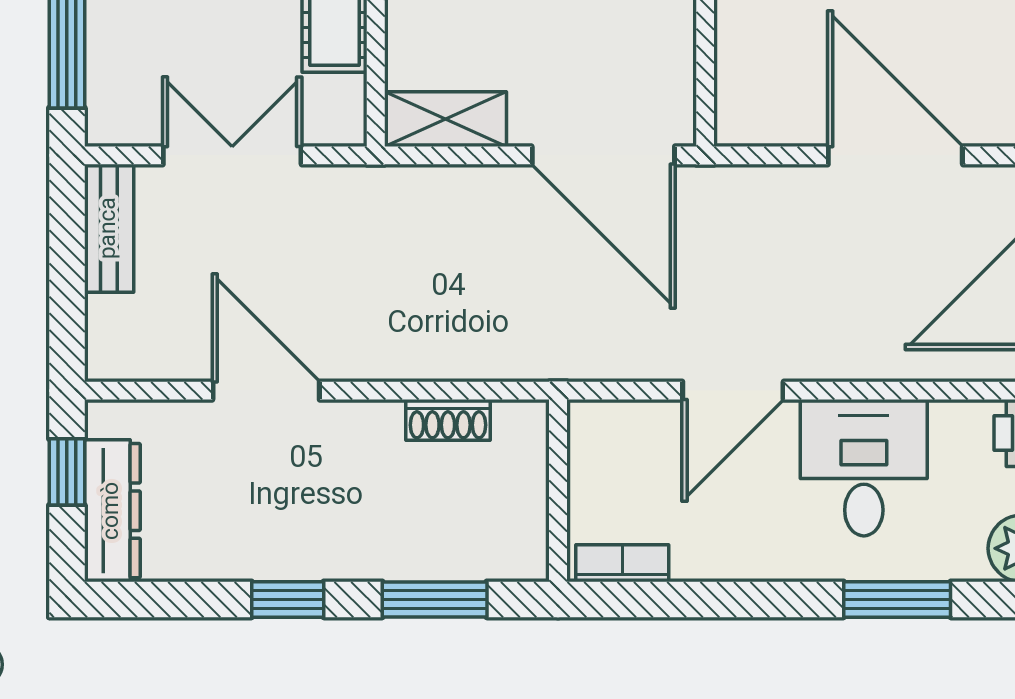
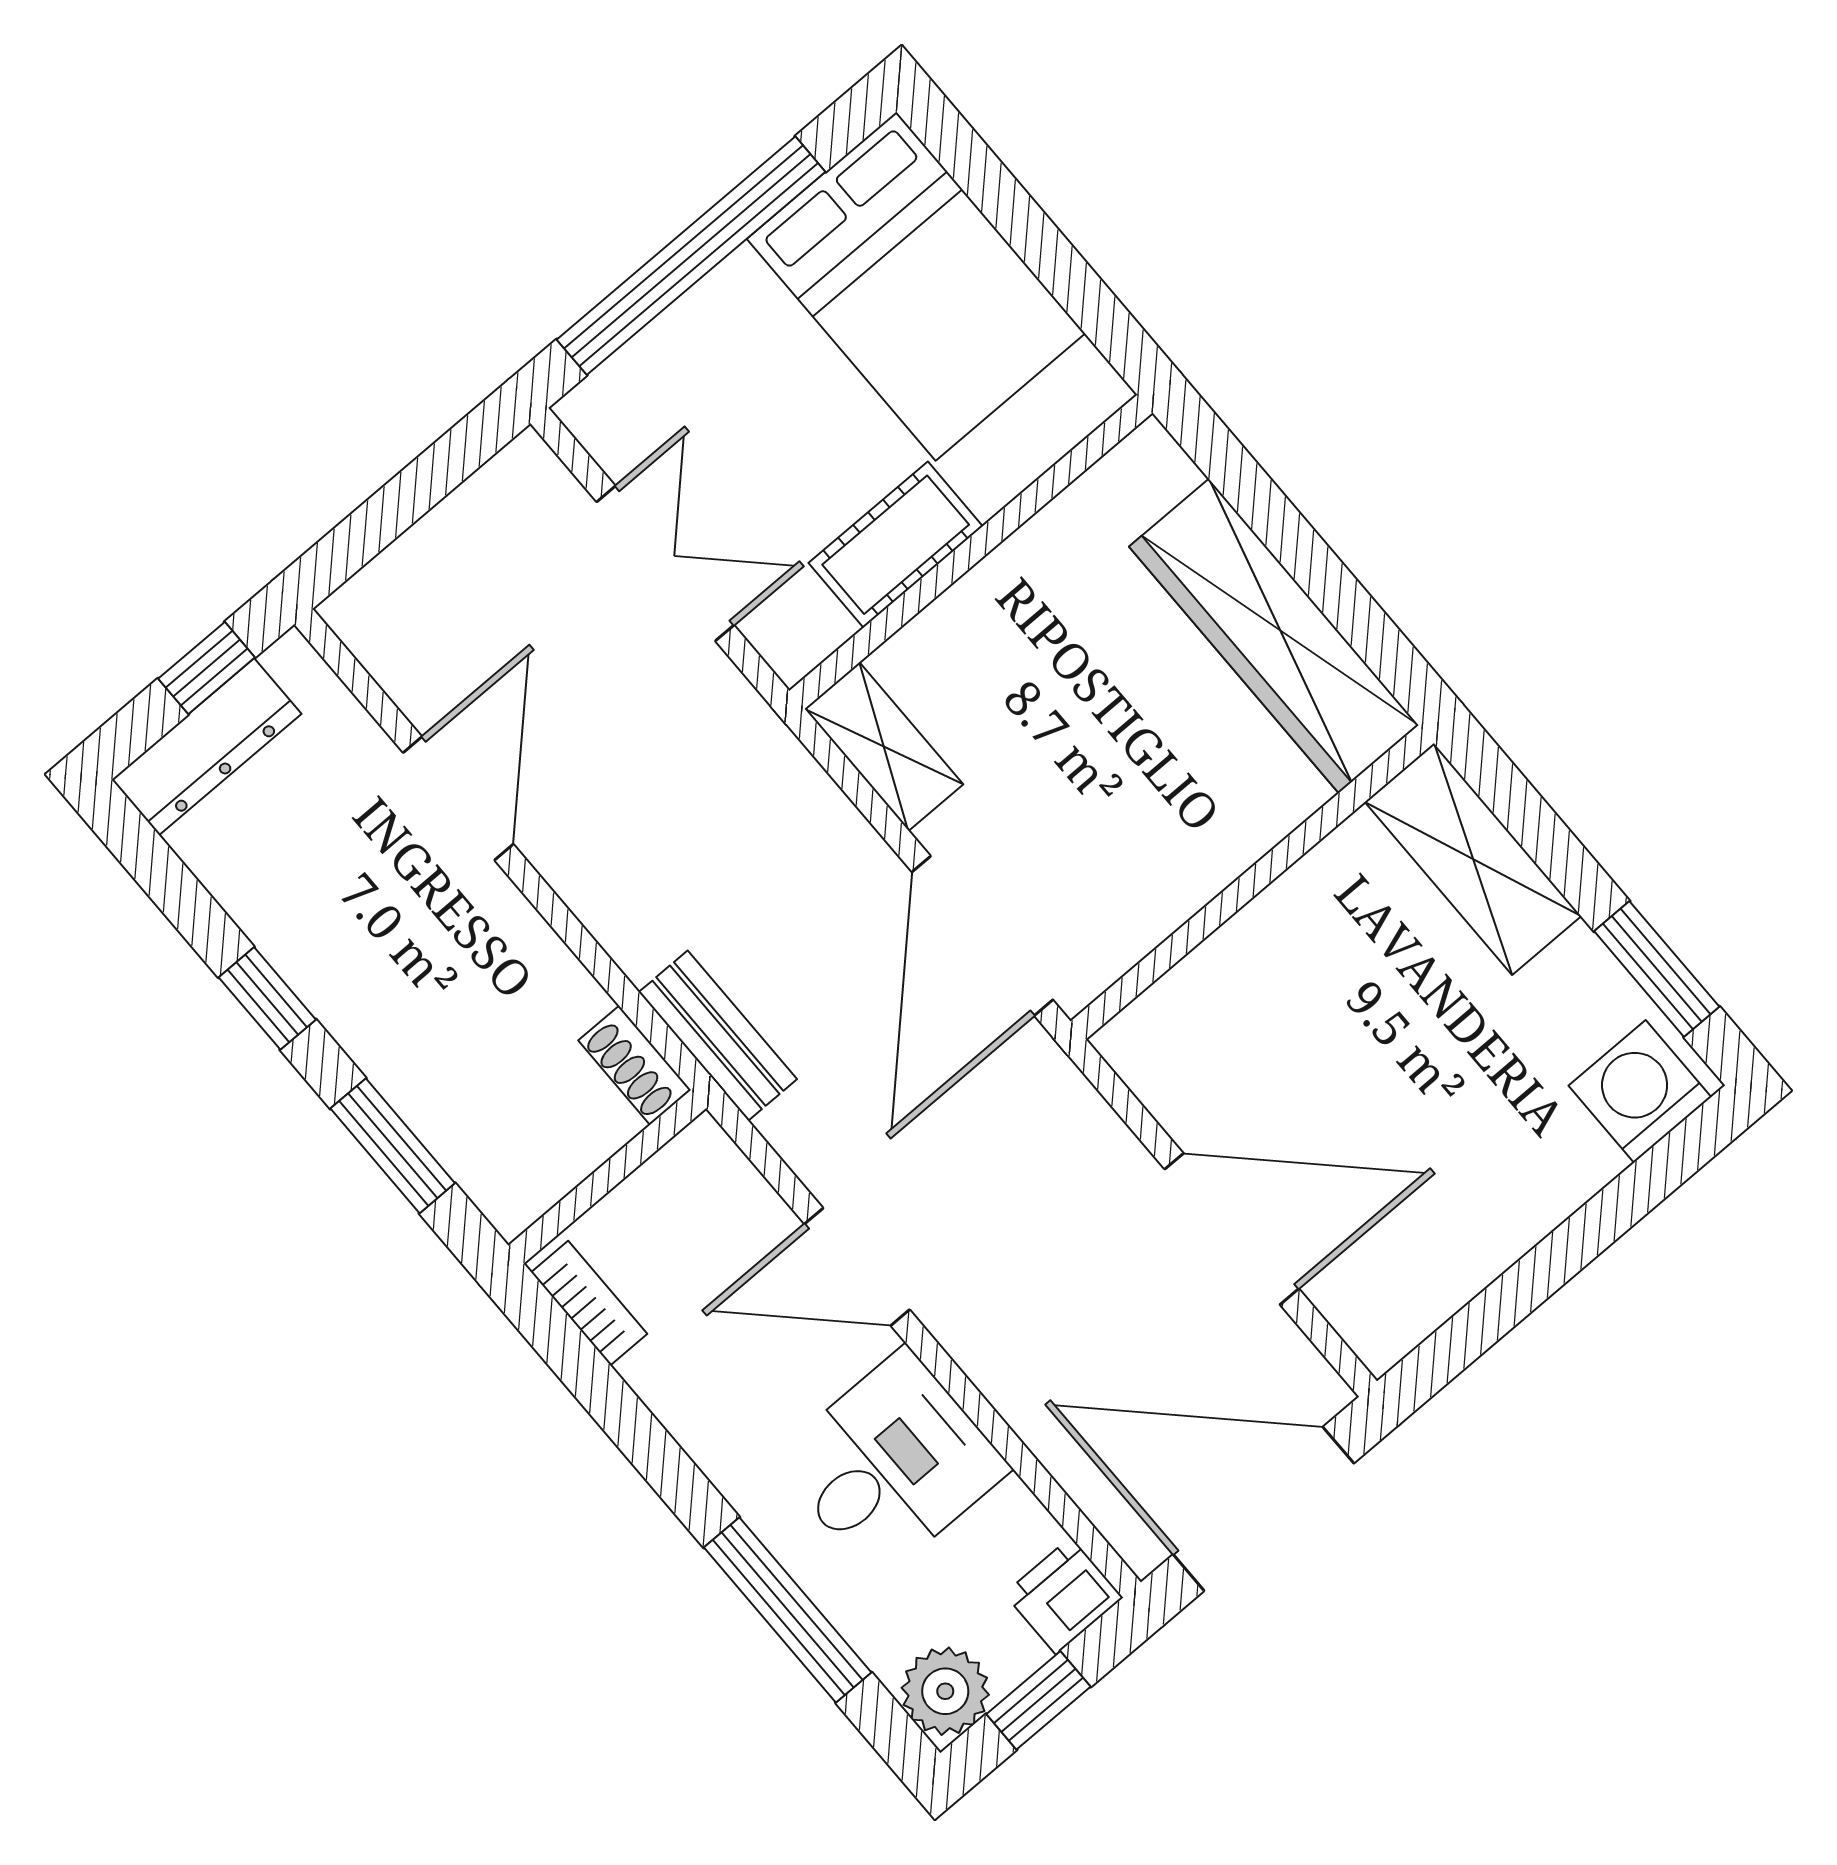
door: (895, 155) -> (1232, 1229), hinge flipped
bench: (109, 228) -> (718, 1036), moved, turned 90
shoe rack: (448, 420) -> (635, 1065), moved
window: (897, 599) -> (788, 1610), width x1.44

